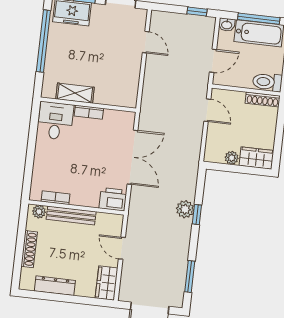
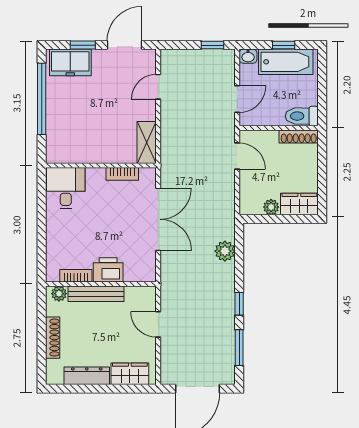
window: (259, 19) -> (284, 45), width x0.46
door: (146, 42) -> (158, 87), swing flipped
shelving: (75, 93) -> (147, 142), moved, turned 90
bookcase: (89, 112) -> (122, 174), moved
printer: (113, 199) -> (108, 270), moved
plant: (185, 209) -> (225, 251), moved
window: (197, 215) -> (239, 304), moved
wardrobe: (107, 283) -> (130, 374), moved, turned 90

